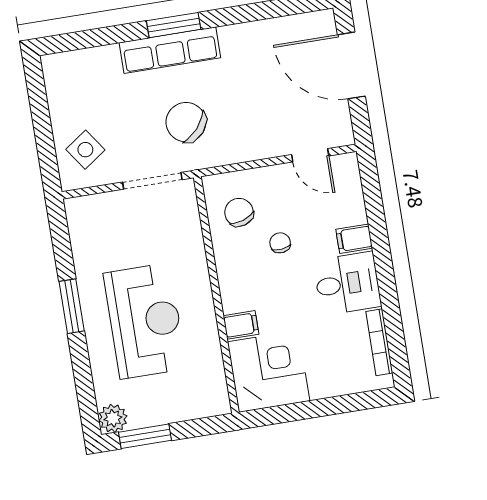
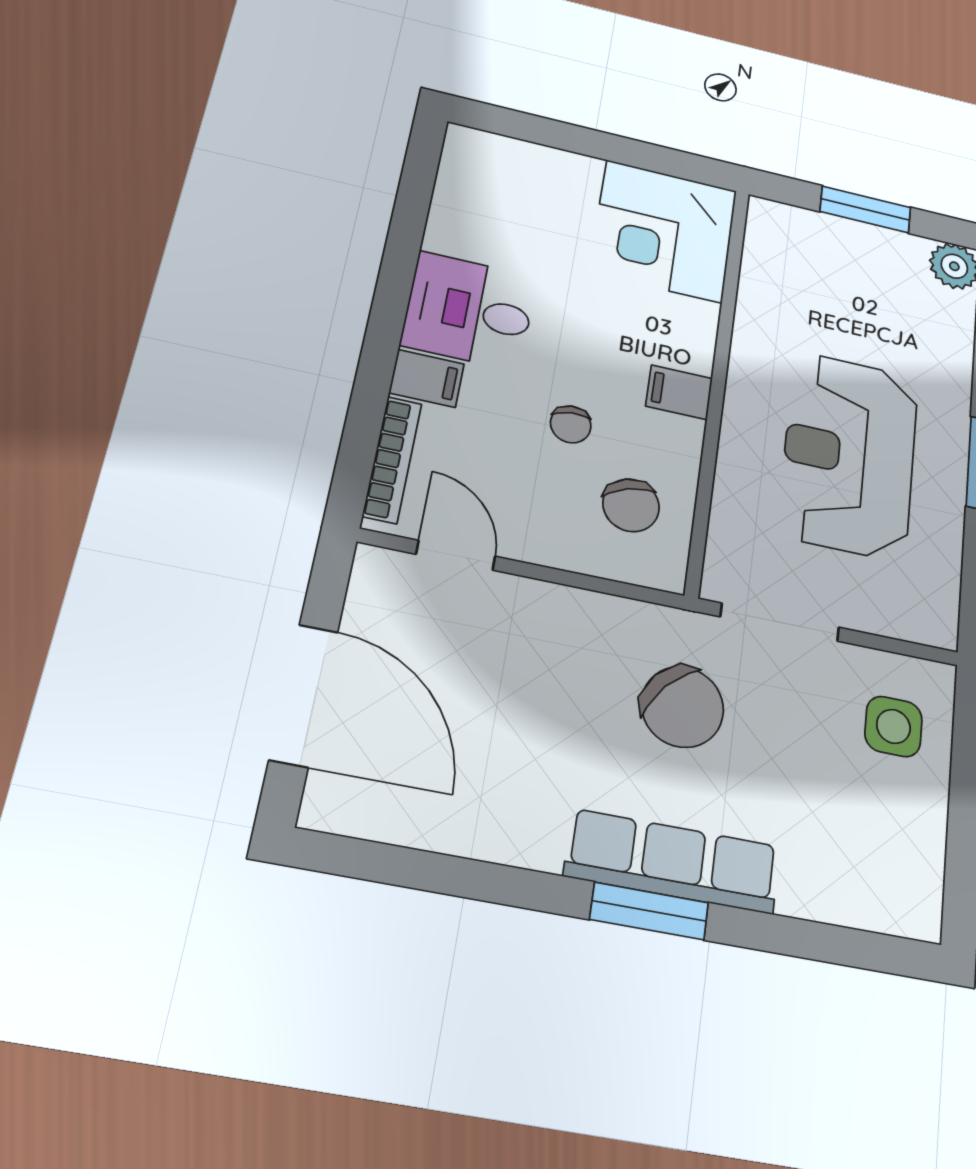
side table: (85, 150) -> (893, 726), turned 35
reception desk: (145, 321) -> (849, 455), moved
filing cabinet: (241, 325) -> (679, 392), moved
bookcase: (379, 342) -> (392, 460), moved
window: (145, 436) -> (865, 209), moved

